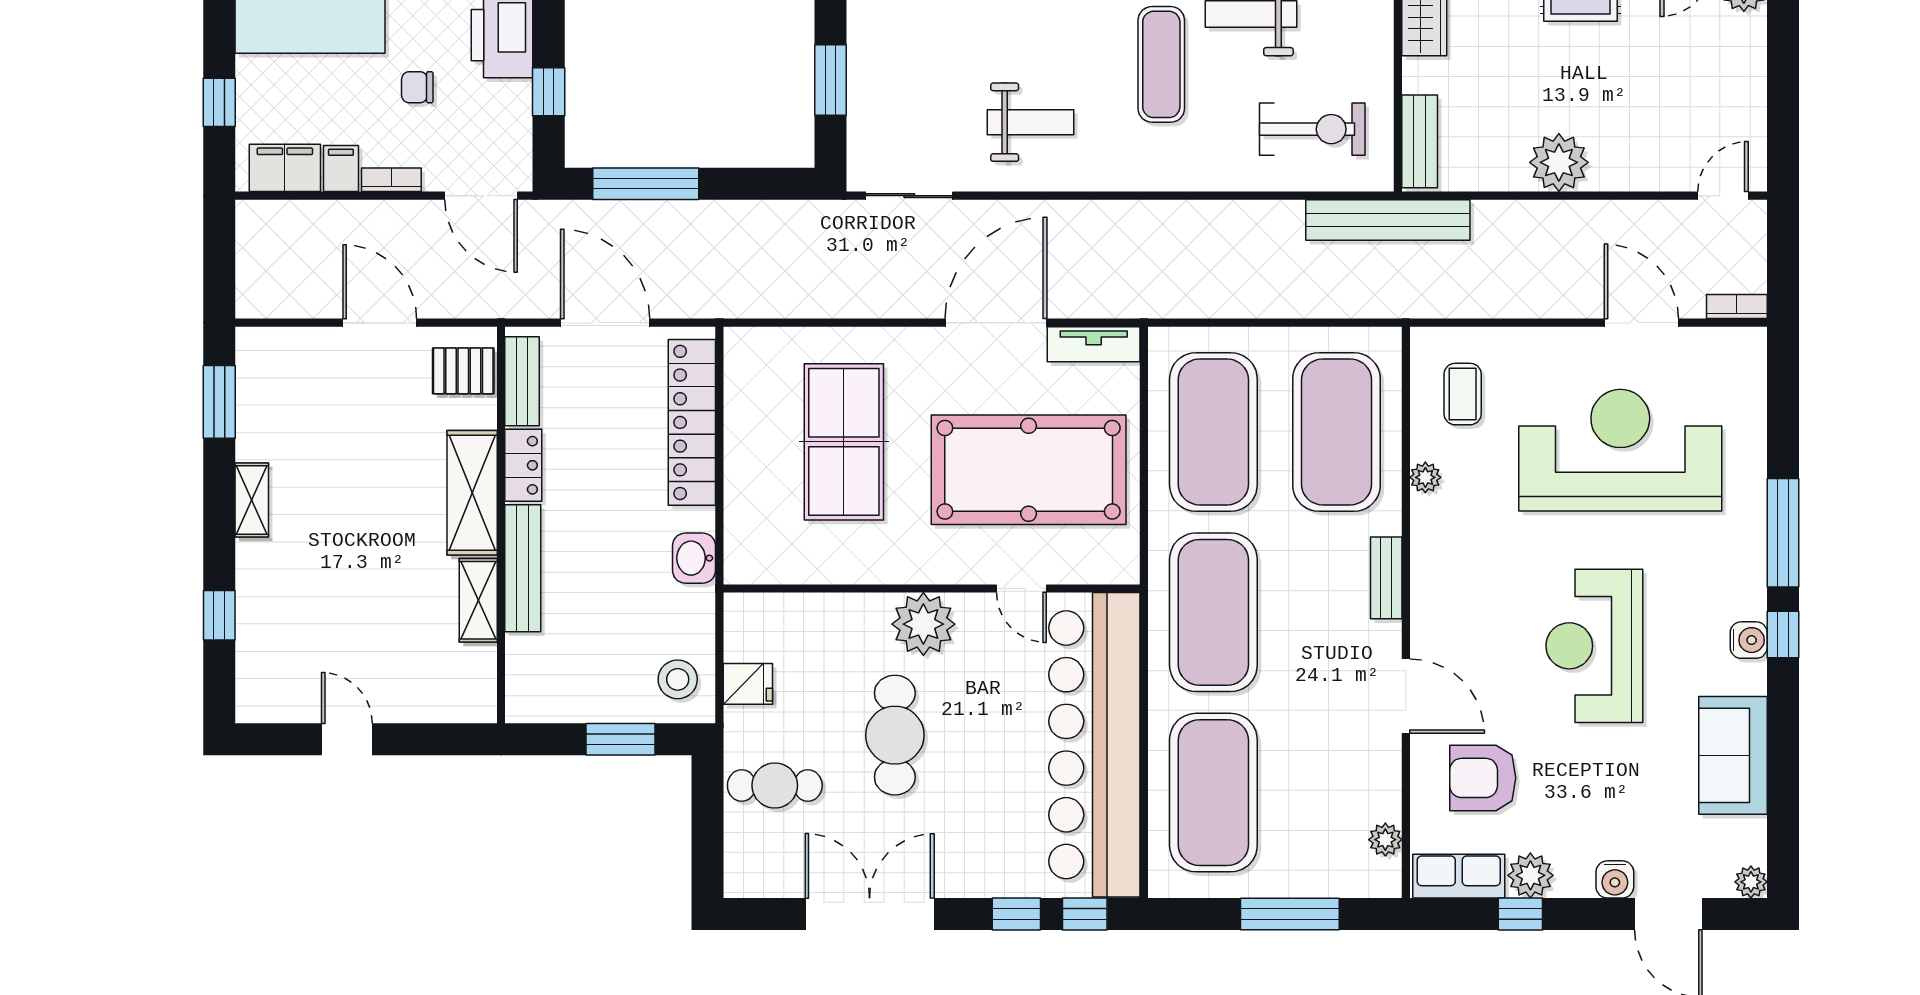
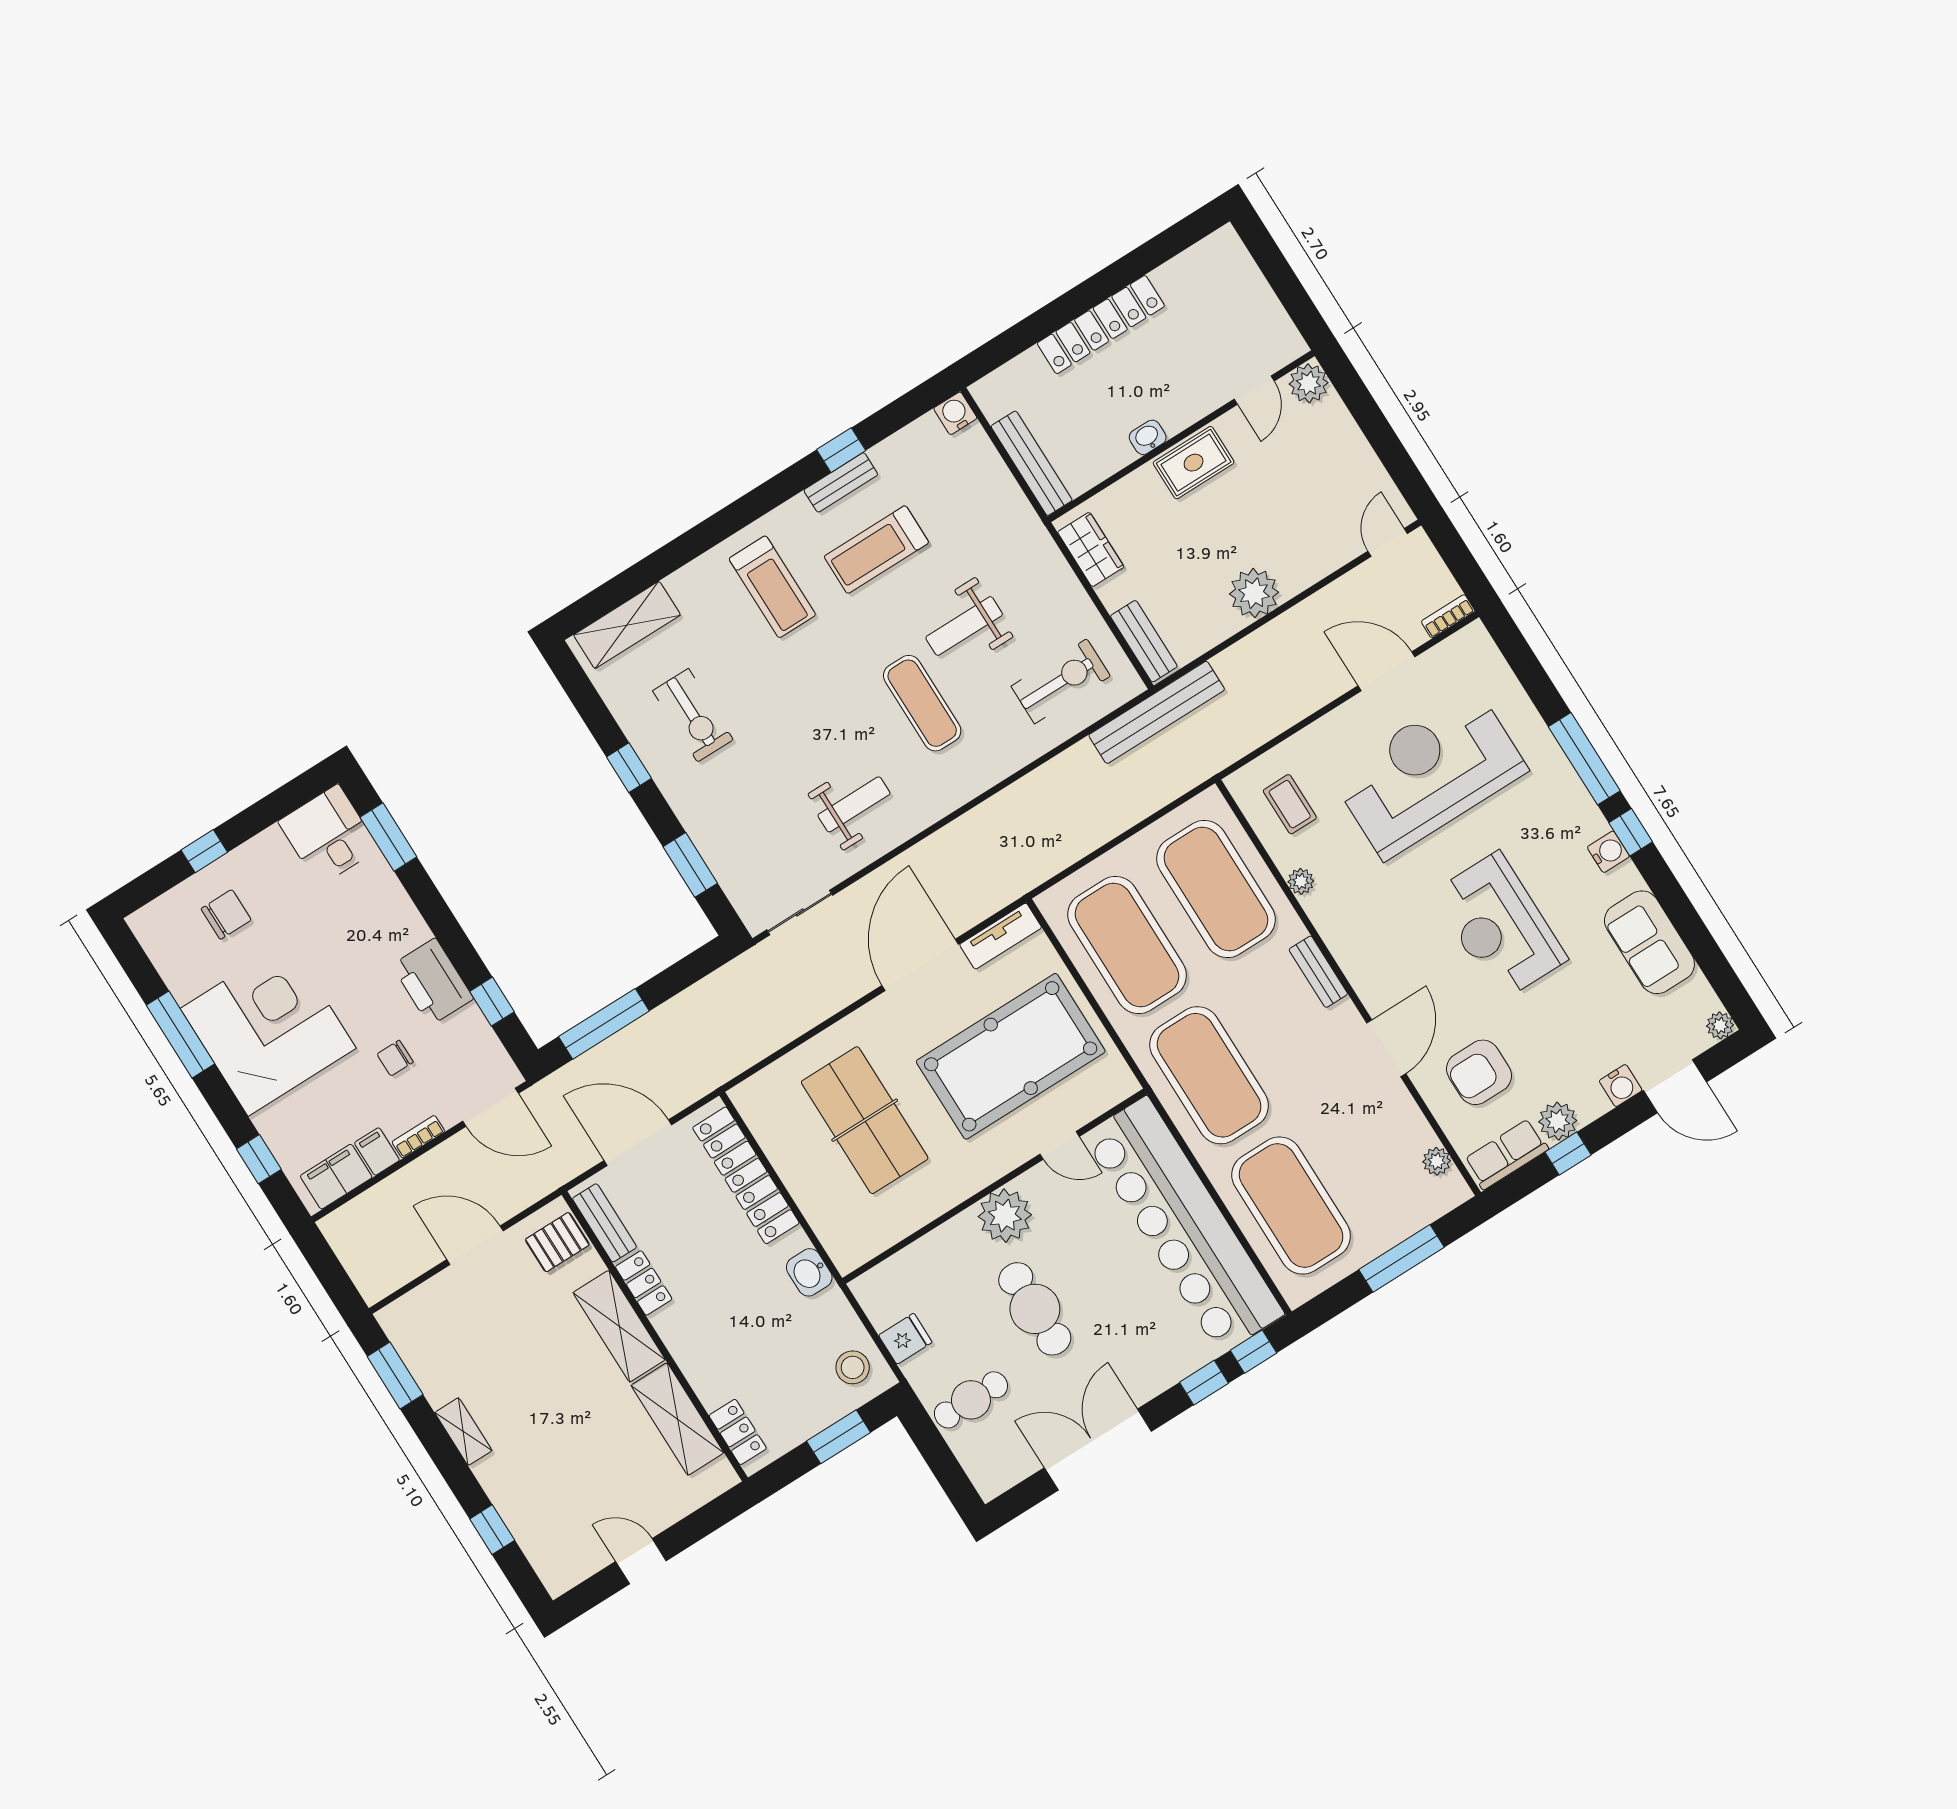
bench: (523, 568) -> (690, 1358), removed
shelving: (478, 600) -> (677, 1419), width x1.50, depth x1.33
locker: (524, 672) -> (738, 1432), added
door: (1406, 696) -> (1386, 1048), hinge flipped

